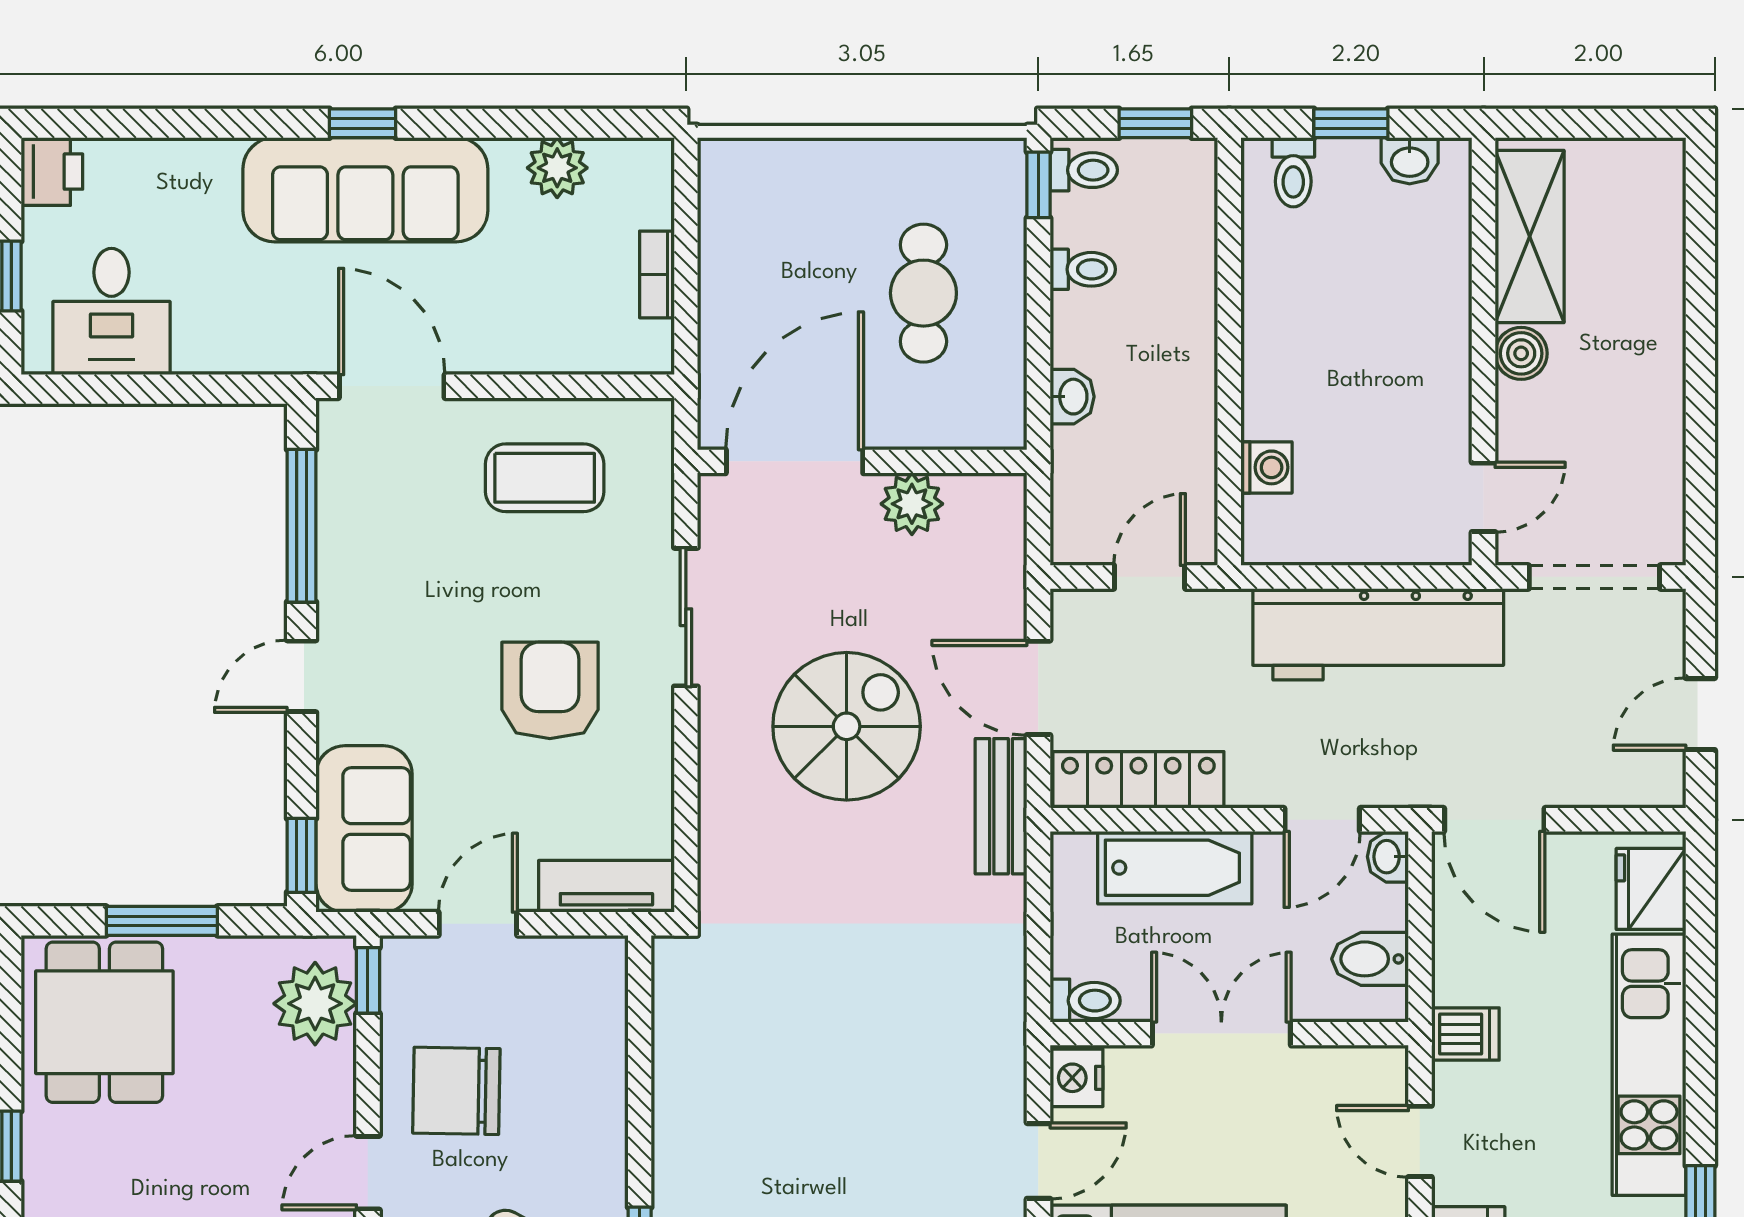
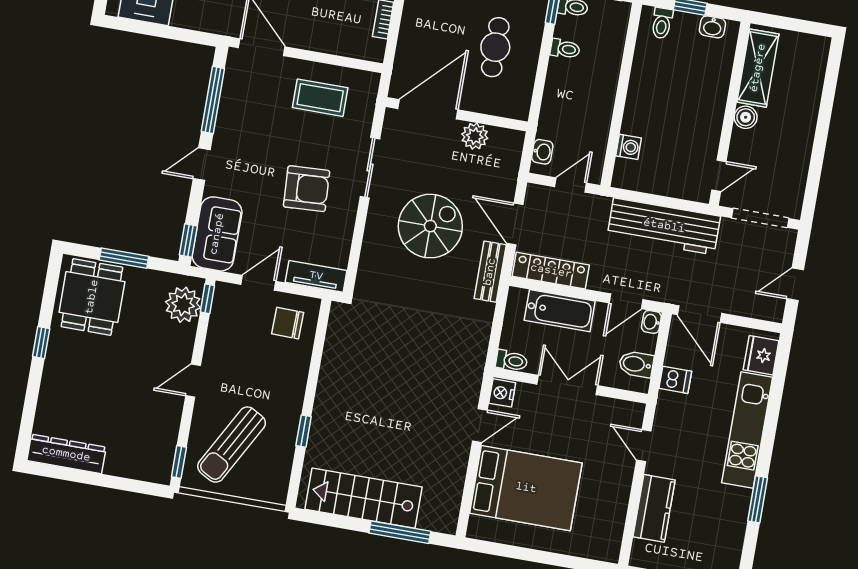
washbasin: (1072, 397) -> (542, 152), moved
armchair: (550, 690) -> (307, 189), turned 87
dishwasher: (1465, 1034) -> (675, 380), moved
chair: (456, 1091) -> (288, 323), moved, width x0.73, depth x0.73

